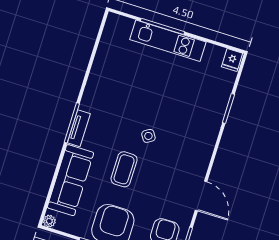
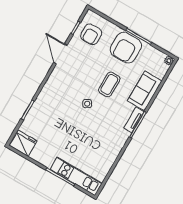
kitchen unit: (168, 41) -> (76, 176), moved
fridge: (232, 60) -> (23, 143), width x1.88, depth x1.34
sofa: (70, 180) -> (145, 91), width x0.73

